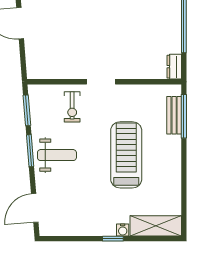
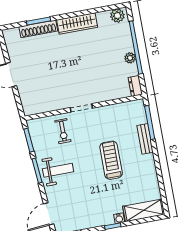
plant: (174, 30) -> (130, 58), added
bench: (174, 115) -> (145, 139), moved
treadmill: (126, 155) -> (111, 160), width x0.73, depth x0.73

